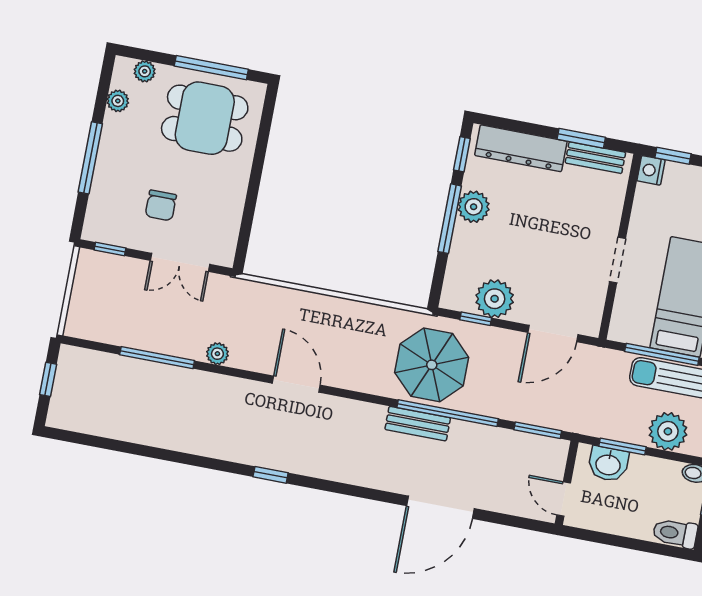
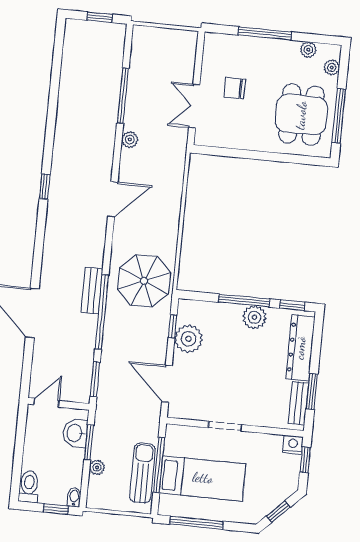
window: (110, 249) -> (199, 54), removed
parasol: (432, 365) -> (144, 281), moved
plant: (668, 431) -> (97, 467), width x0.53, depth x0.53

